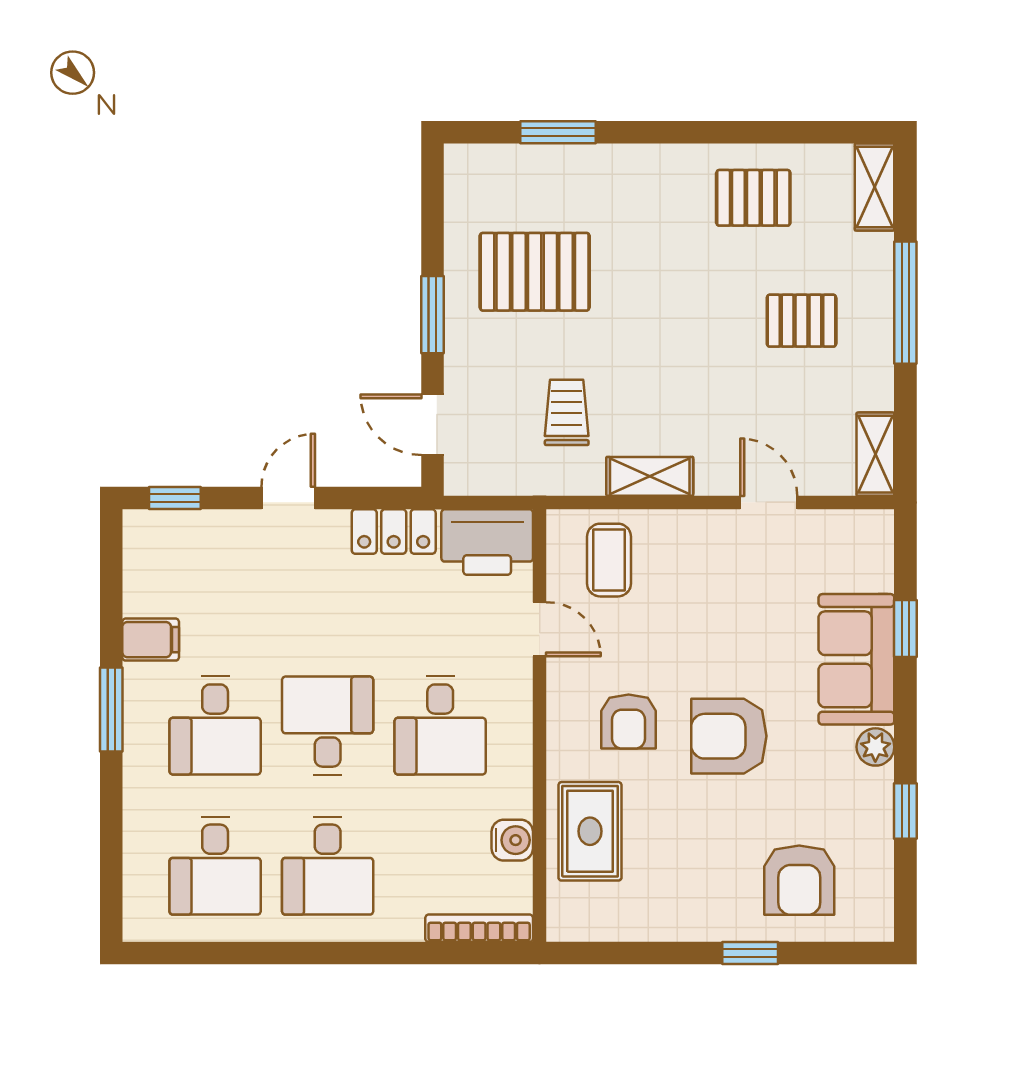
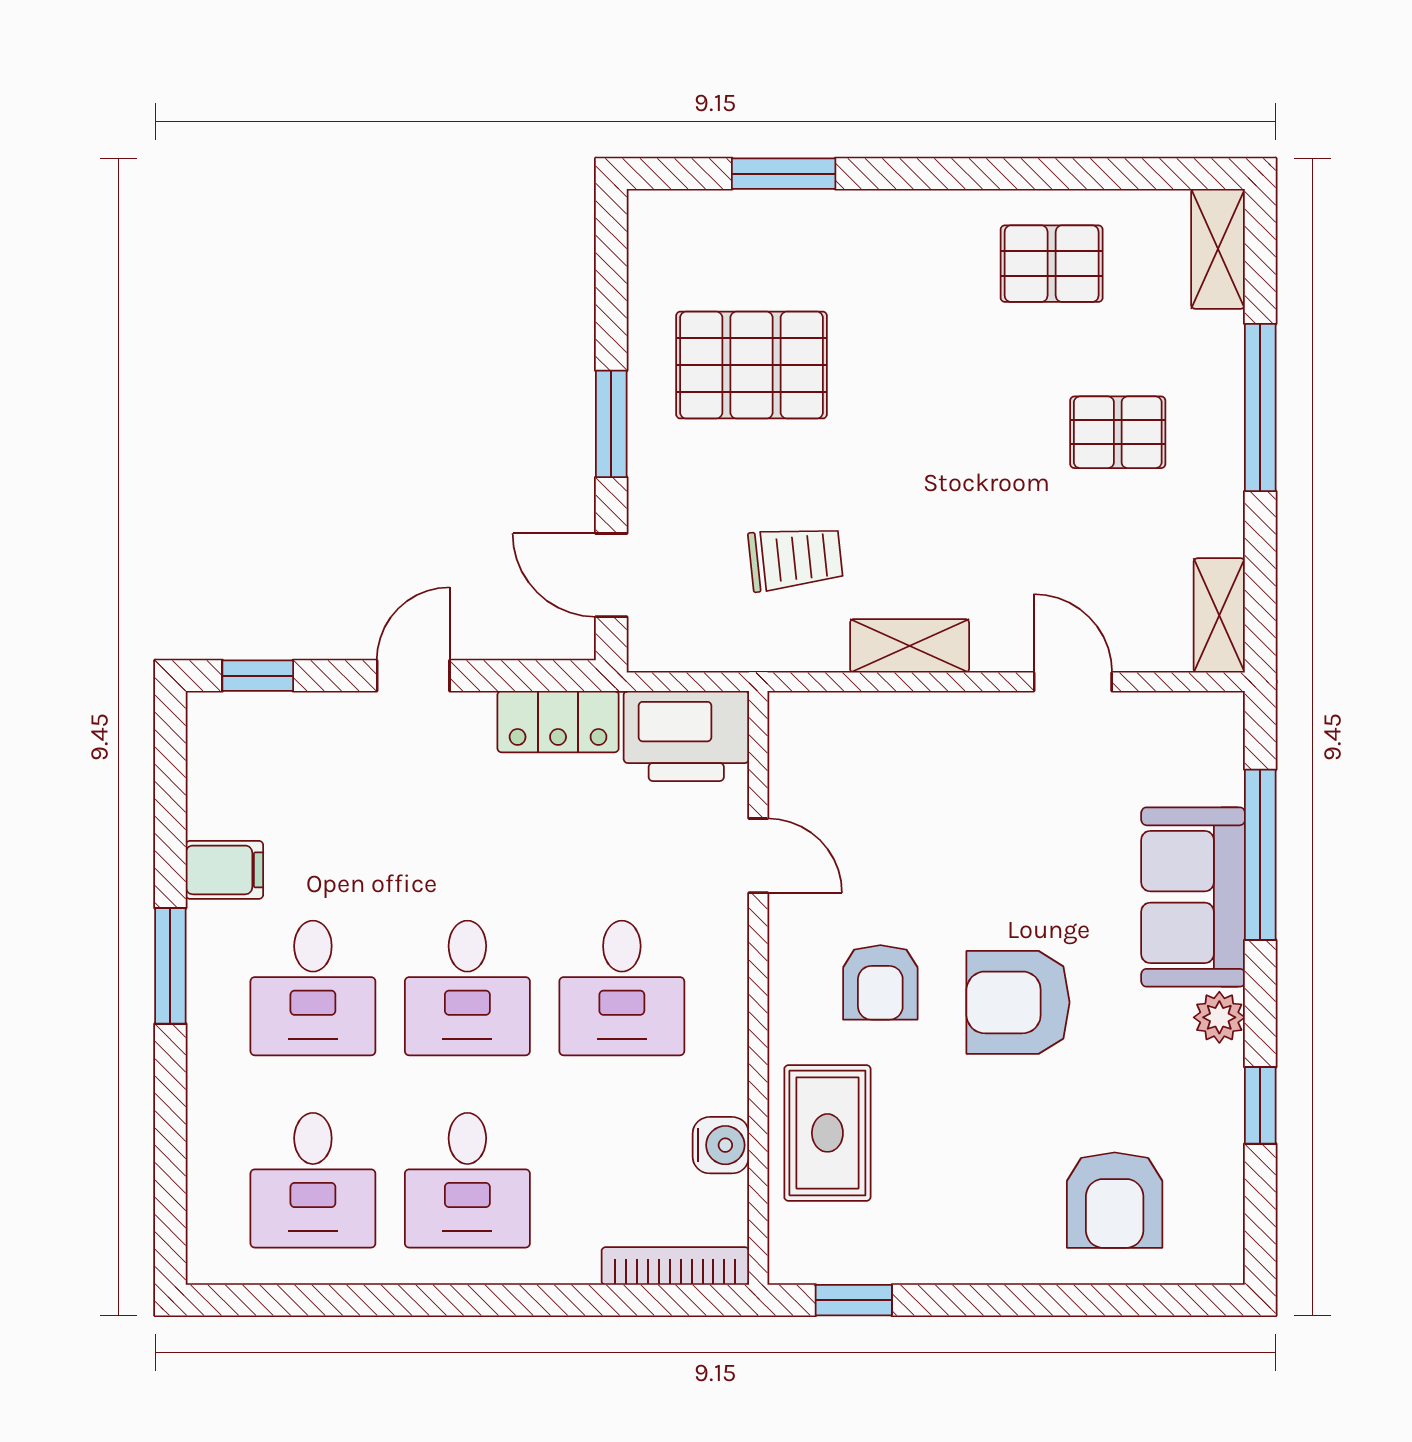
trolley: (567, 412) -> (795, 558), turned 84
coffee table: (609, 560) -> (854, 761), removed
window: (905, 628) -> (1260, 855), width x2.17
desk: (328, 726) -> (467, 988), turned 180
window: (750, 953) -> (854, 1300), moved

